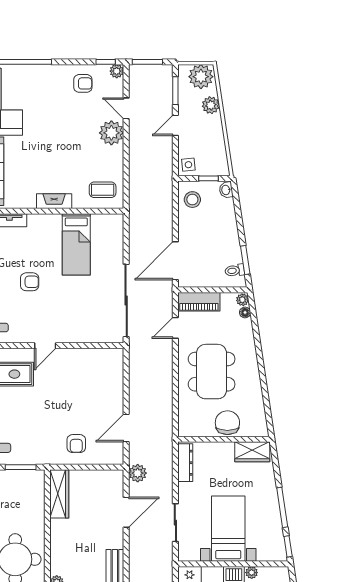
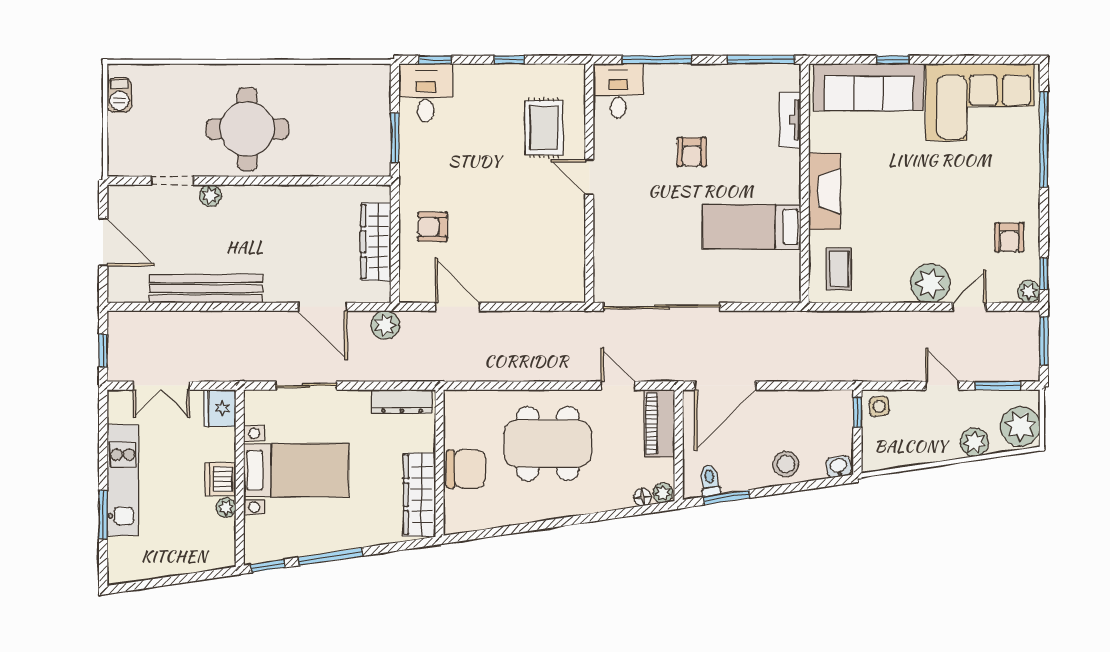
window: (208, 178) -> (857, 412), moved
stool: (192, 200) -> (786, 464), moved
fireplace: (54, 201) -> (825, 191), width x1.37, depth x1.32
door: (175, 261) -> (725, 386), swing flipped
wardrobe: (252, 452) -> (419, 495), width x1.50
wardrobe: (59, 494) -> (376, 242), moved, turned 90

